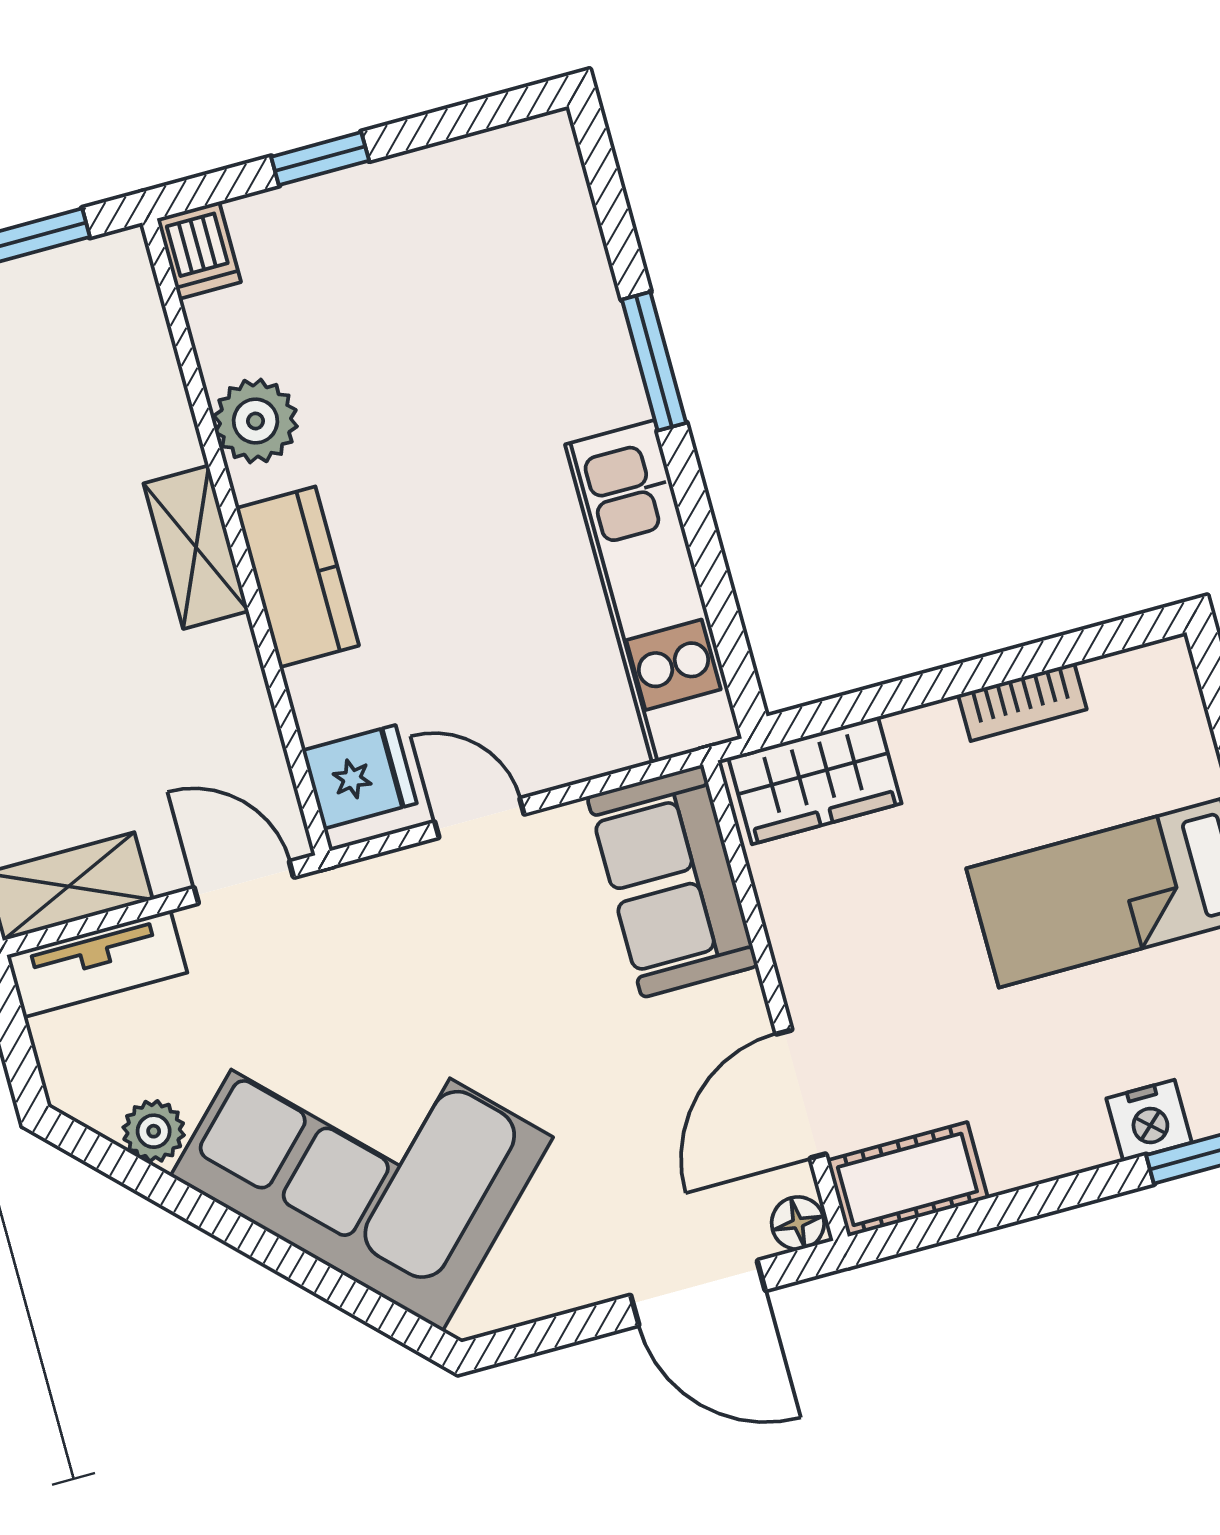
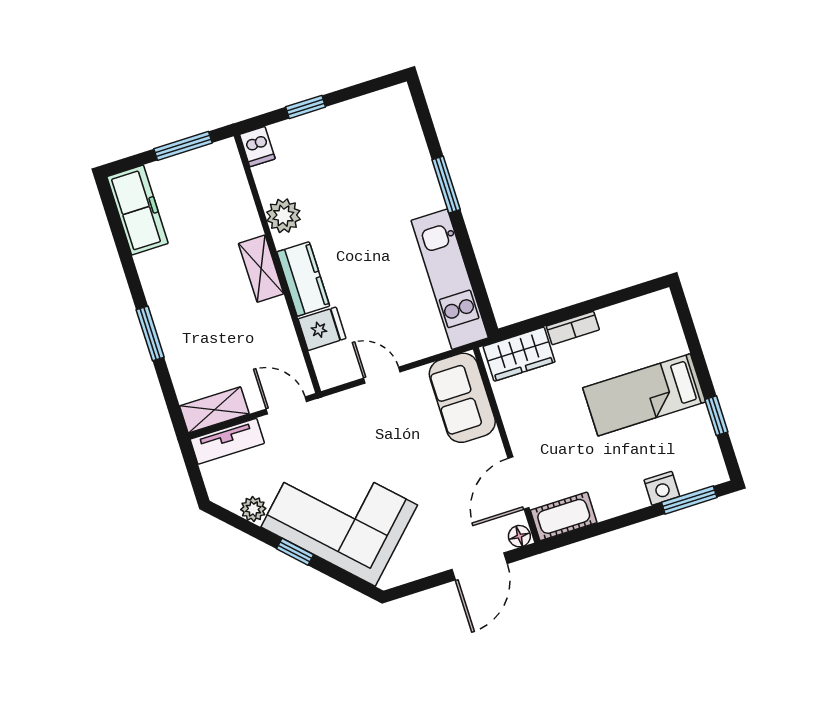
bookcase: (1022, 702) -> (573, 328), moved
fridge: (360, 777) -> (322, 329), moved
window: (251, 1239) -> (295, 552), added
door: (698, 1293) -> (480, 566), hinge flipped

